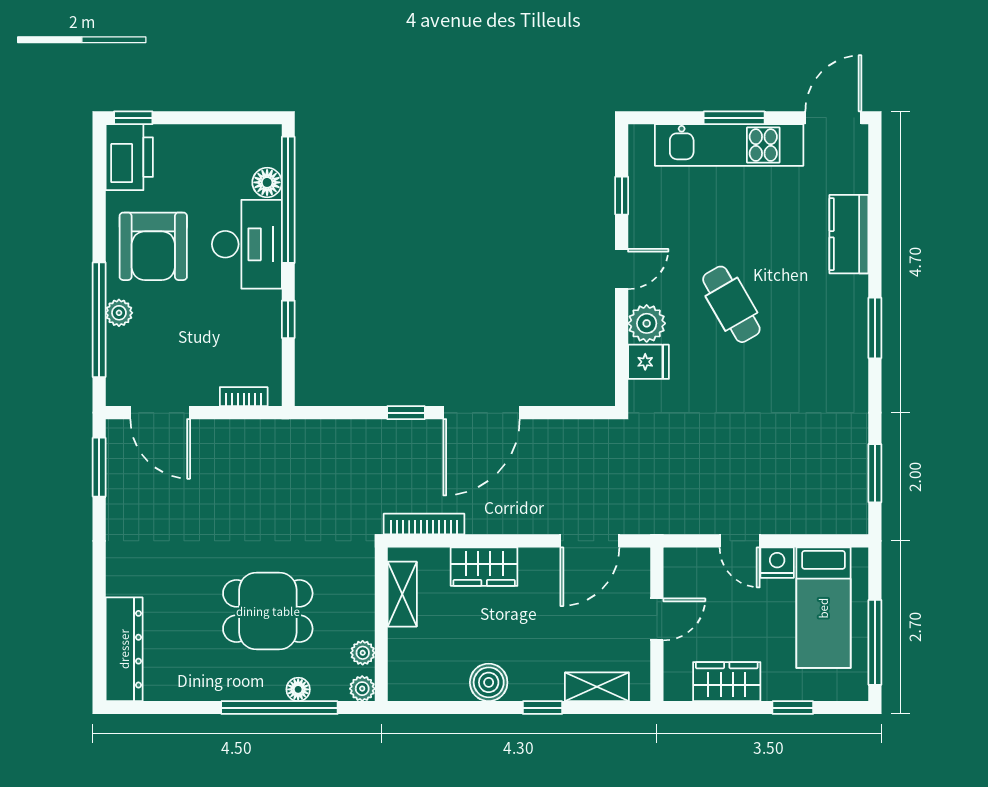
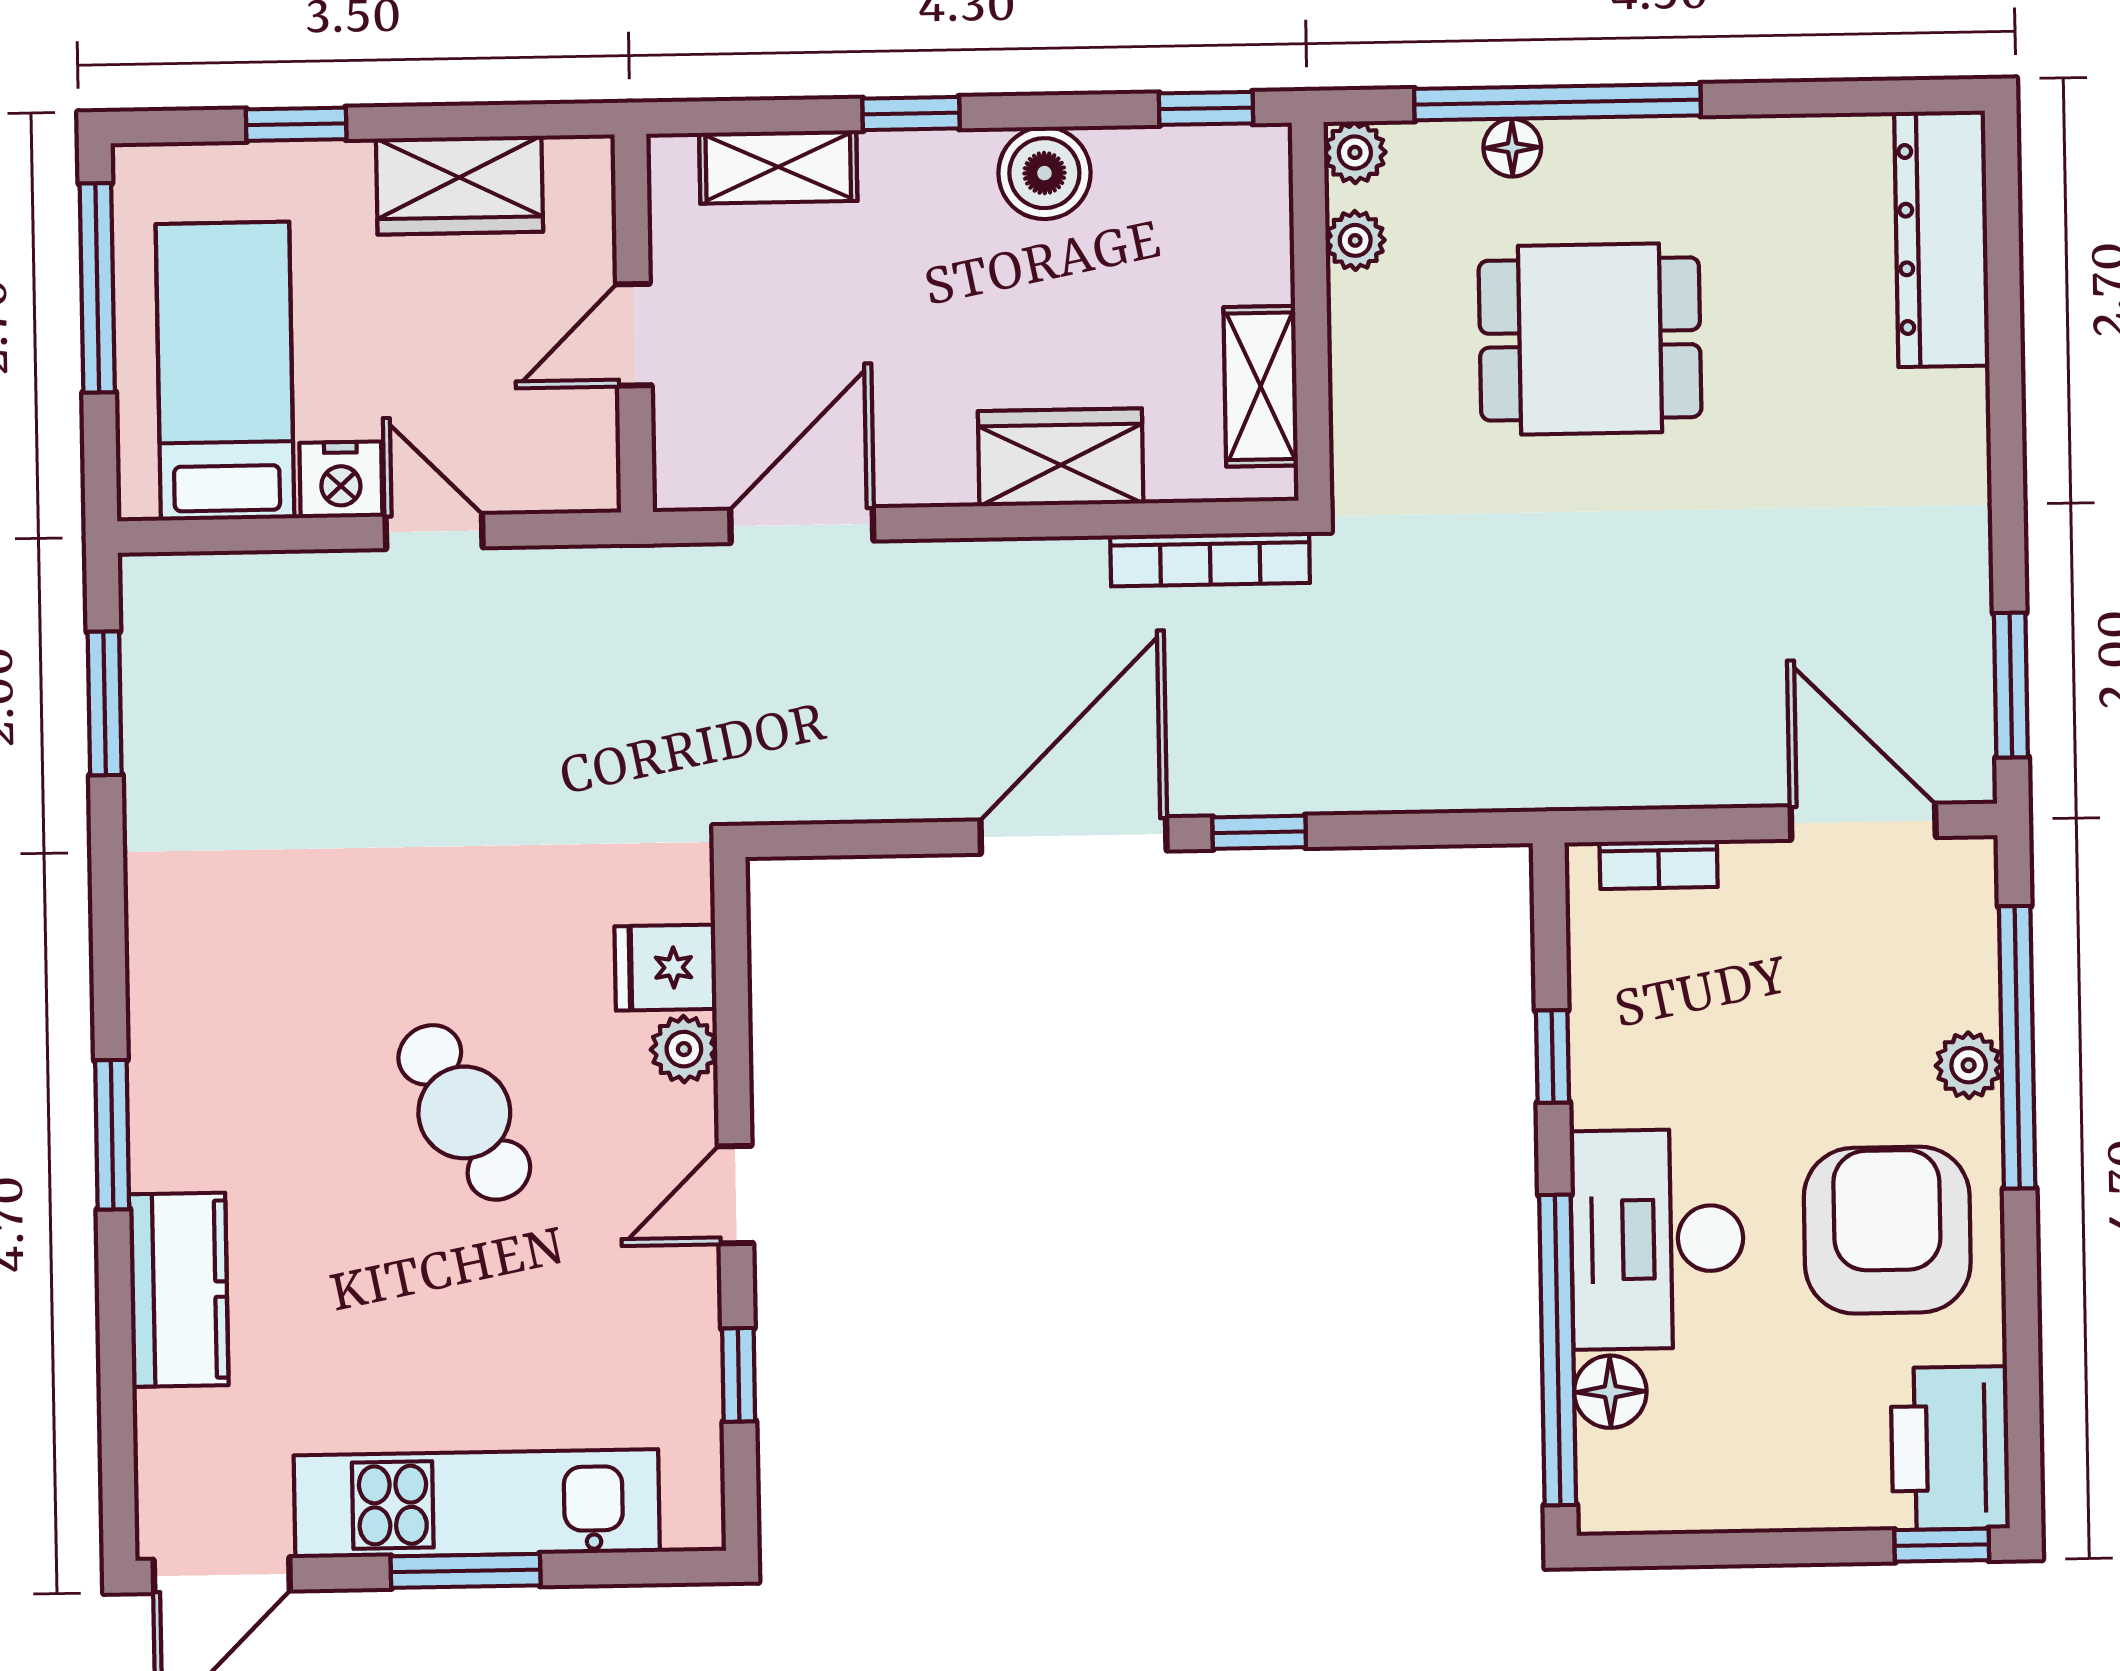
plant: (647, 323) -> (684, 1049), width x0.73, depth x0.73
window: (875, 328) -> (112, 1135), moved
window: (422, 708) -> (1206, 108), added

